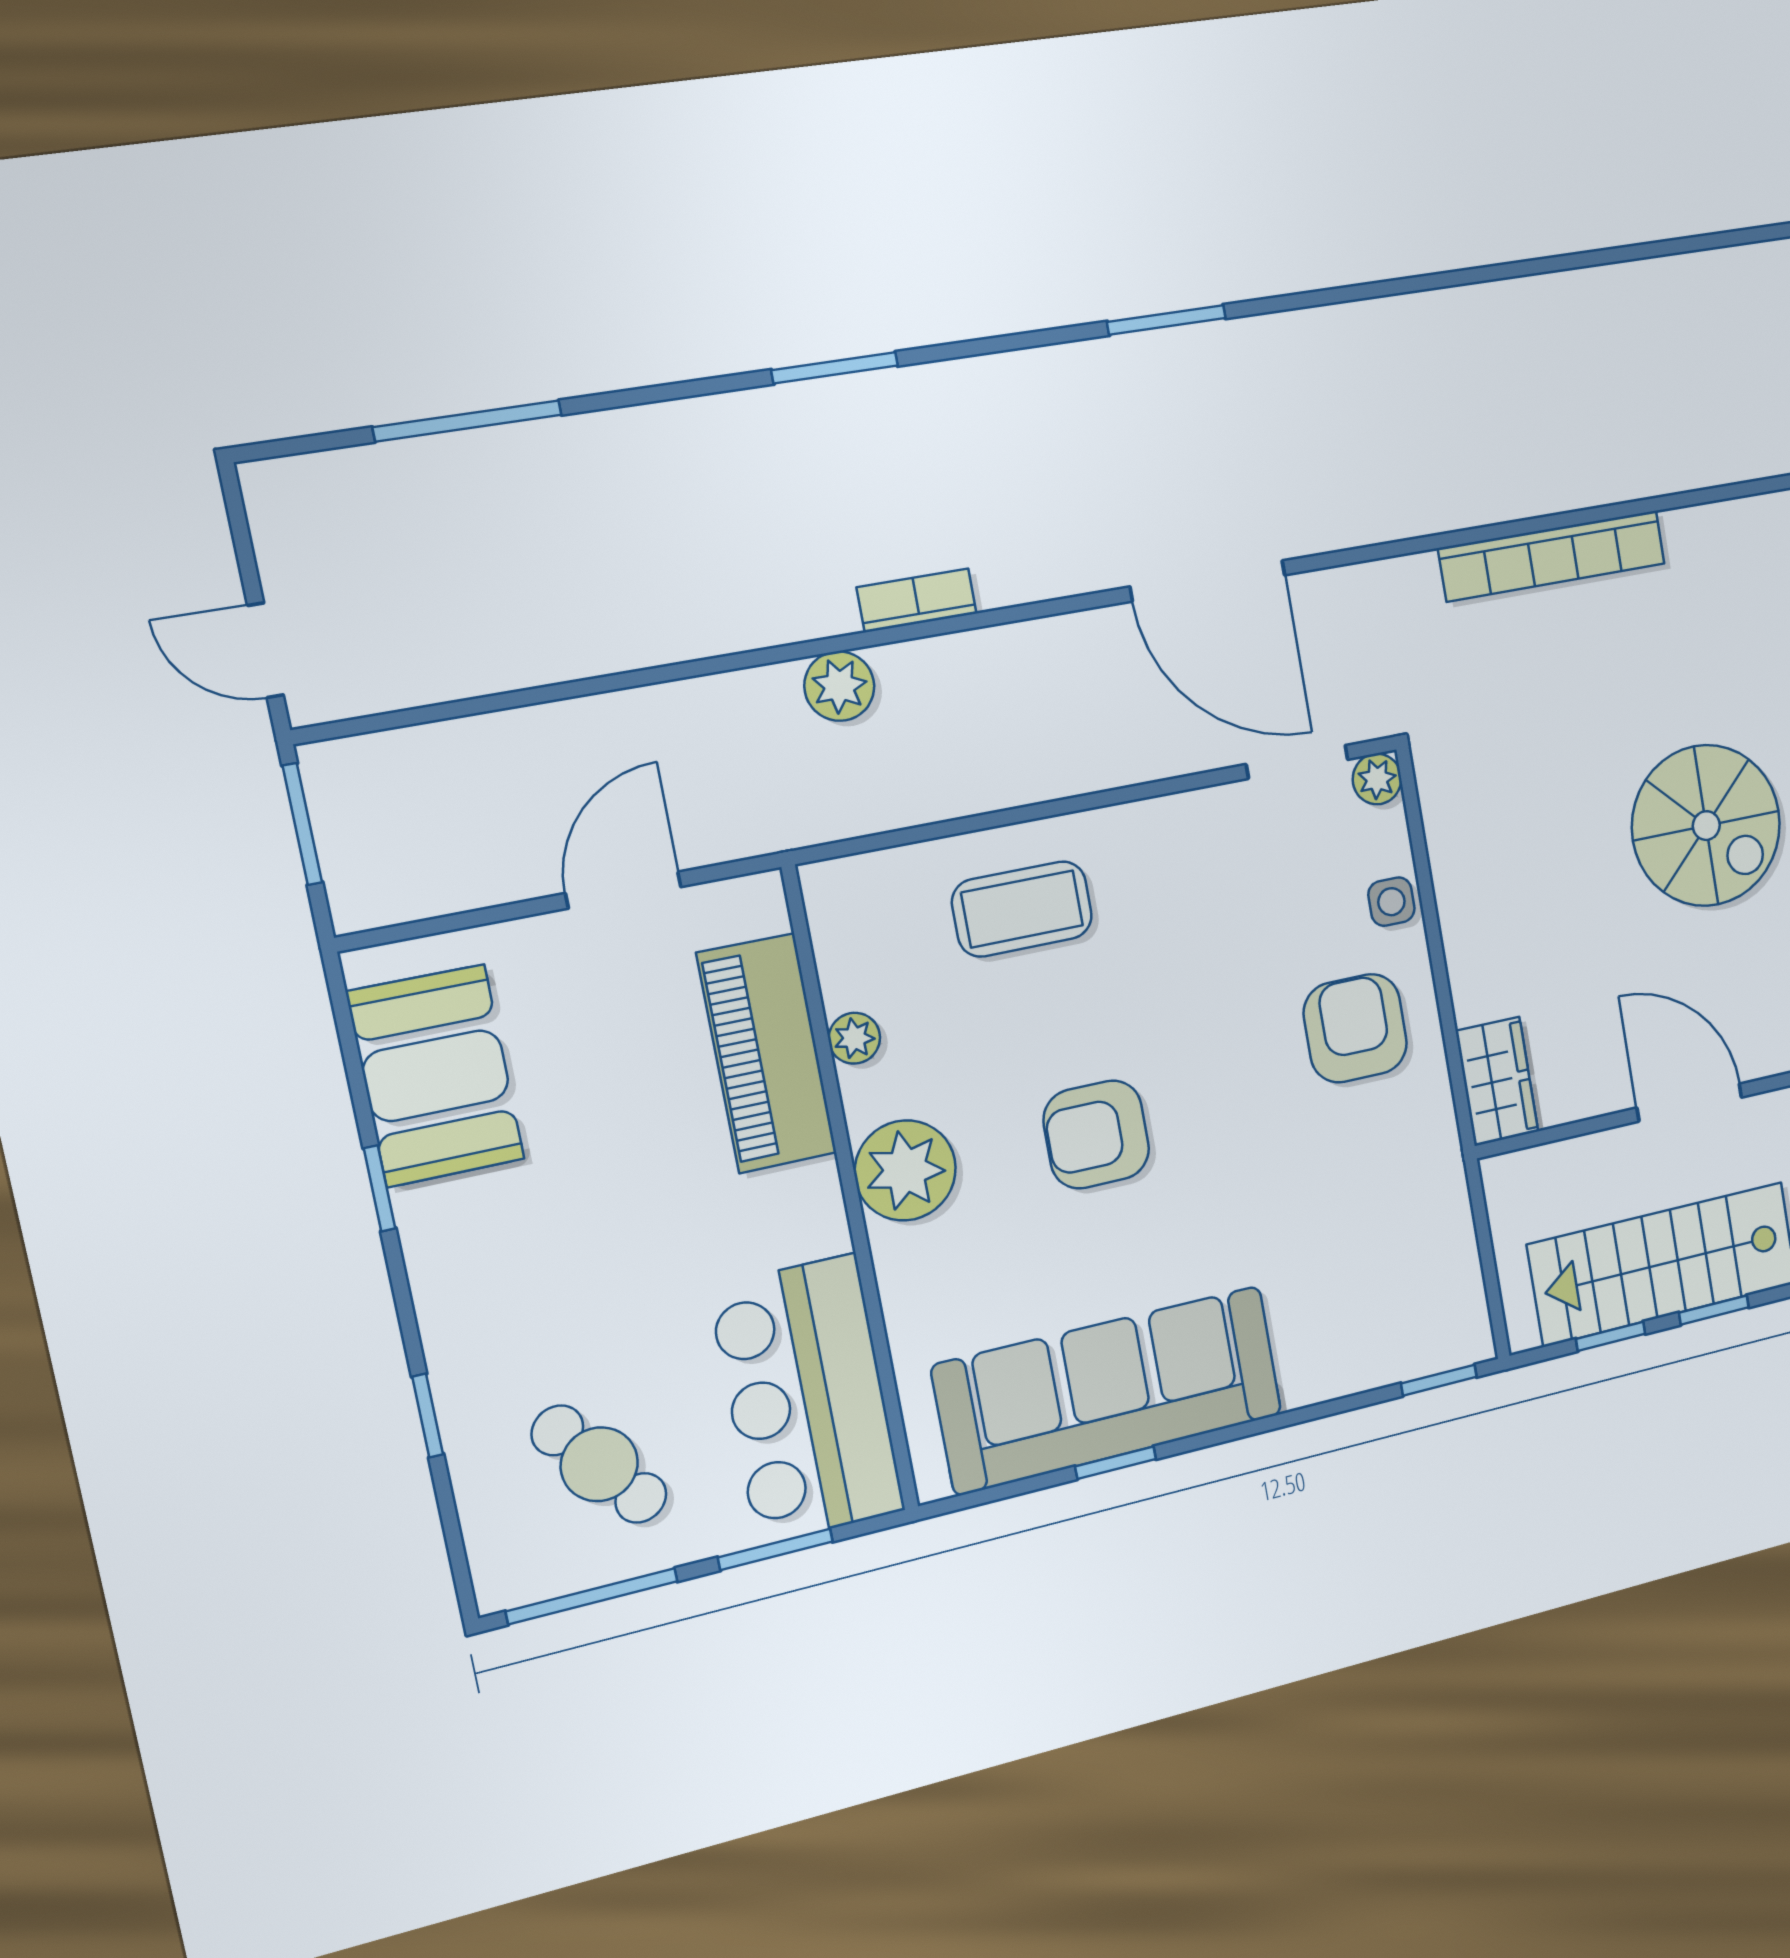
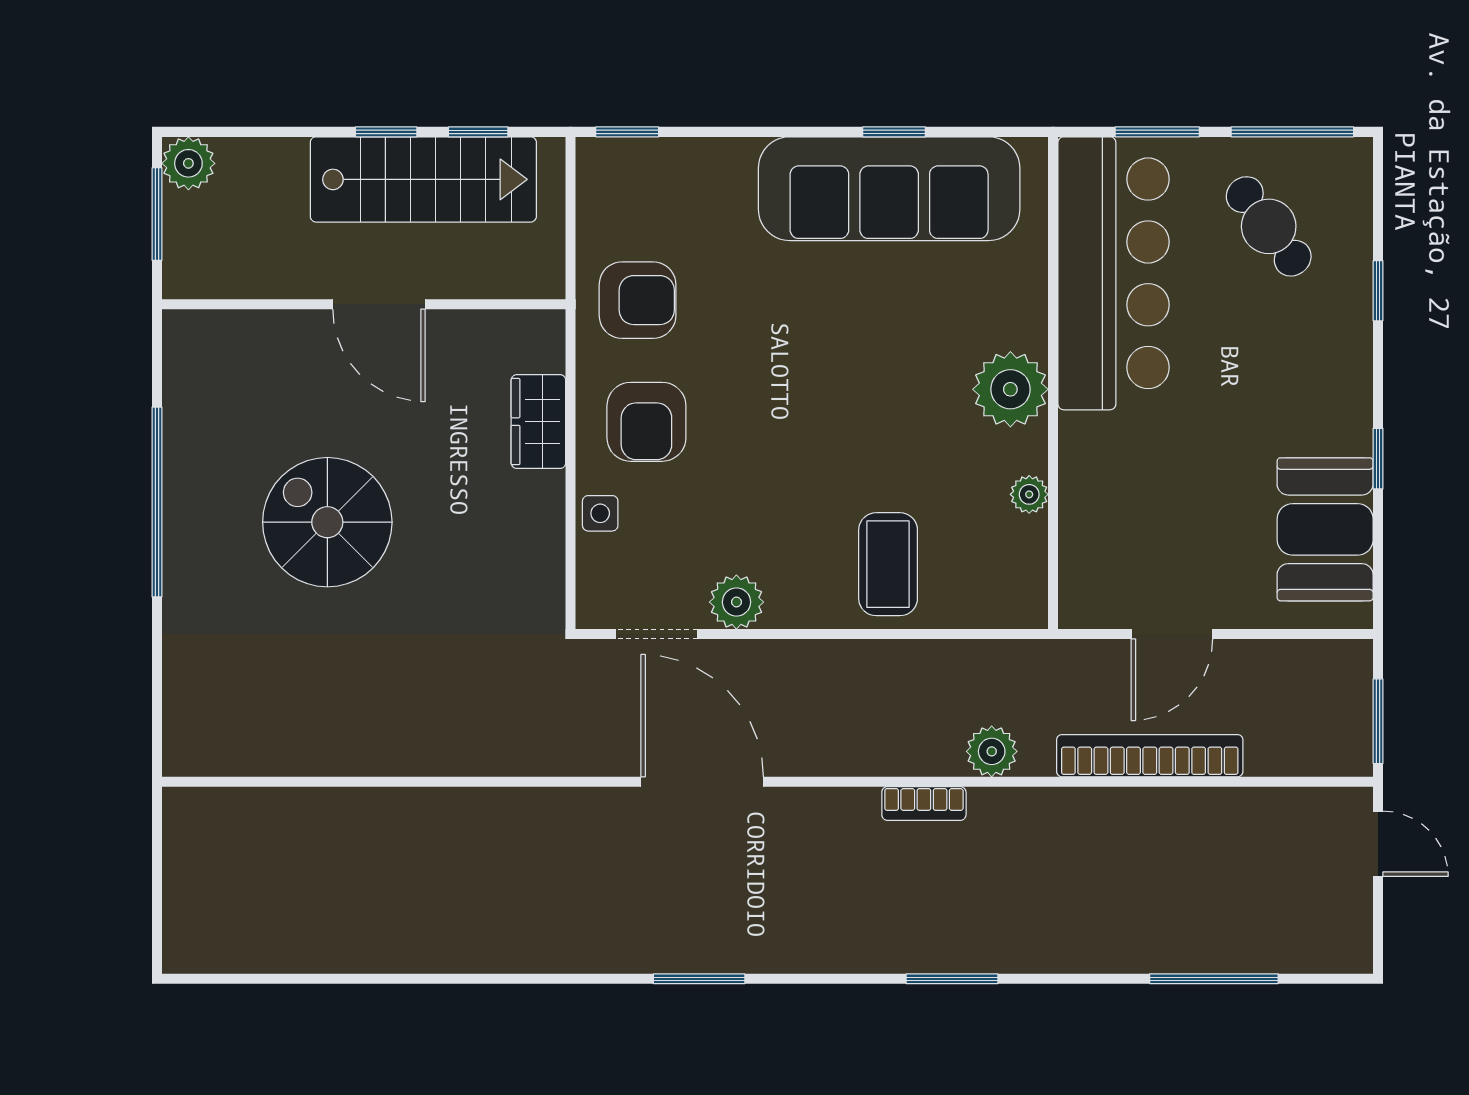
bookcase: (1552, 556) -> (1150, 756), moved
plant: (1377, 779) -> (736, 602), moved, width x1.38, depth x1.38
coffee table: (1022, 909) -> (888, 564), turned 90
piano: (767, 1053) -> (1094, 497), removed
wardrobe: (1497, 1081) -> (538, 422), moved
armchair: (1096, 1135) -> (638, 300), moved
bar counter: (807, 1400) -> (1114, 273), width x1.36

